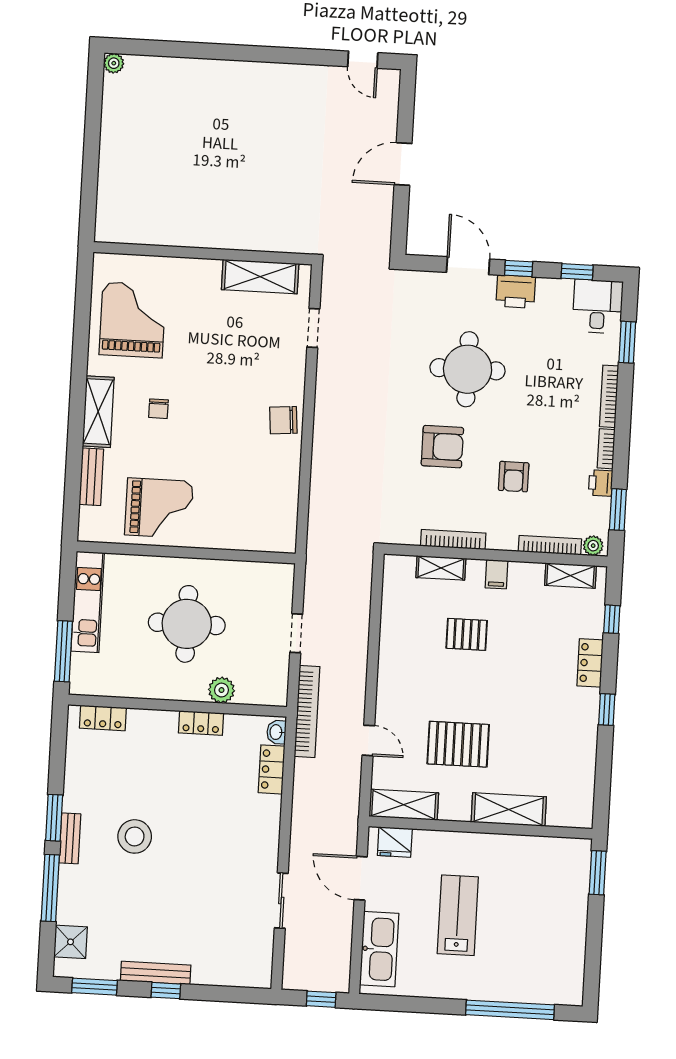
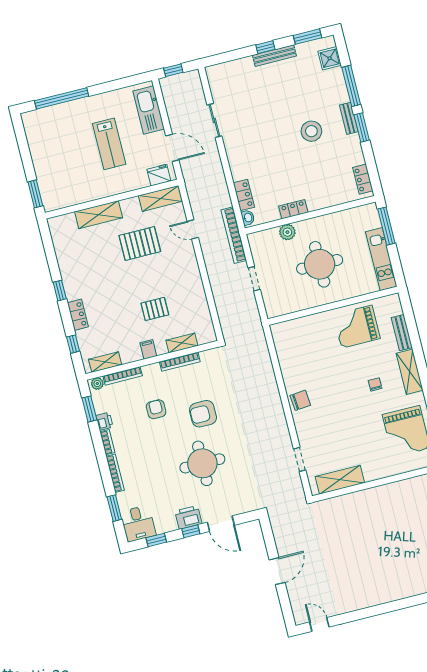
locker: (103, 718) -> (363, 179), moved, turned -90

